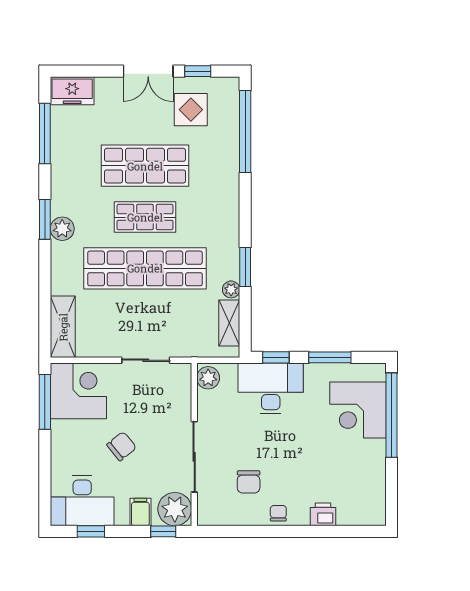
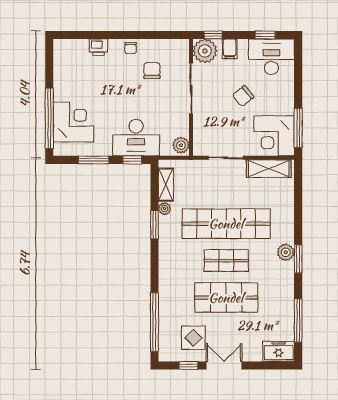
shelving: (63, 327) -> (269, 169), moved, turned 90

